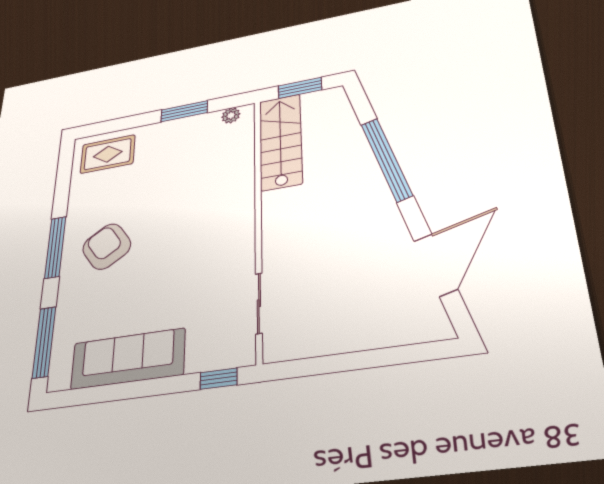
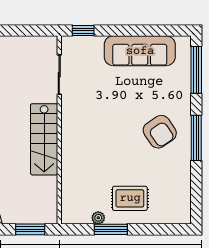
plant: (231, 115) -> (98, 218), moved
stairs: (281, 142) -> (44, 139), moved
rug: (108, 154) -> (130, 198), moved

